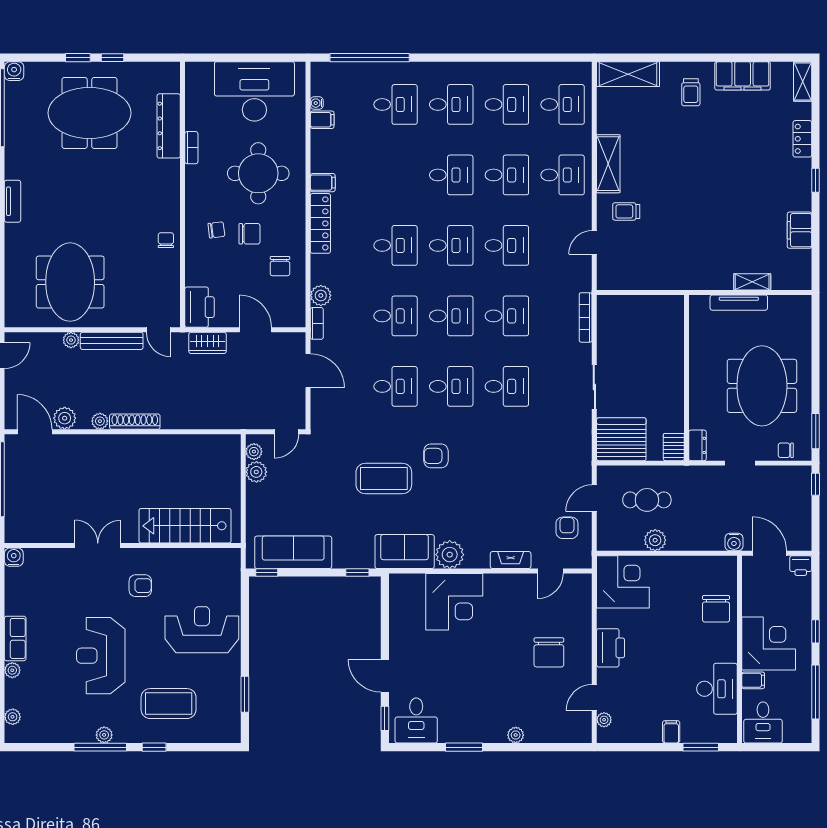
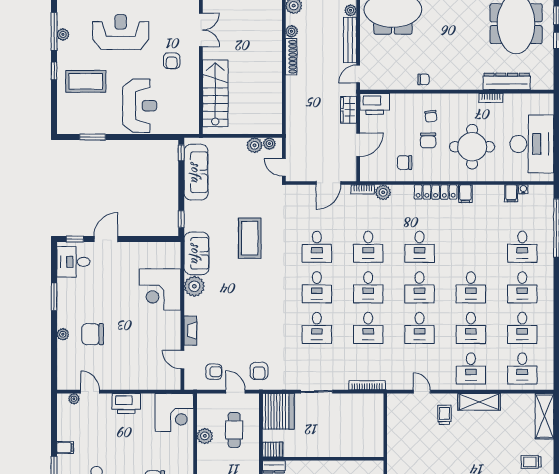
armchair: (436, 456) -> (259, 371), moved, turned 180
chair: (549, 652) -> (93, 334), moved
coffee table: (169, 704) -> (86, 81), turned 90

